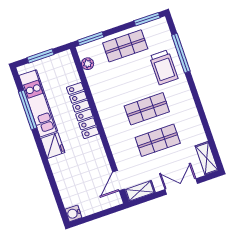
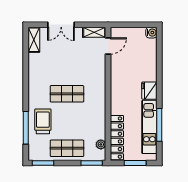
locker: (83, 111) -> (117, 138), moved
shop shelf: (158, 140) -> (67, 67), removed

